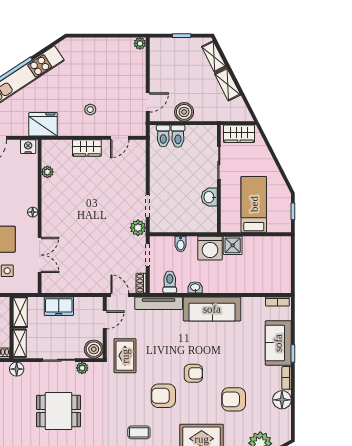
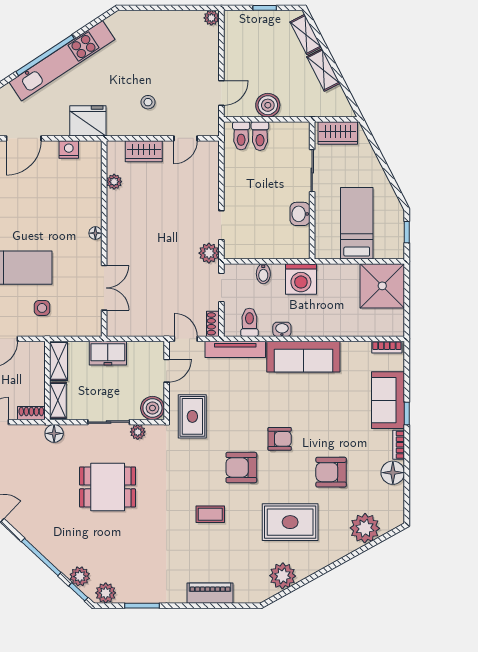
plant: (47, 172) -> (114, 182), moved
floor lamp: (33, 212) -> (95, 233), moved
wall: (40, 216) -> (104, 239), moved
shower: (233, 245) -> (382, 286), moved, width x1.86, depth x1.86
double door: (40, 255) -> (104, 288), moved

